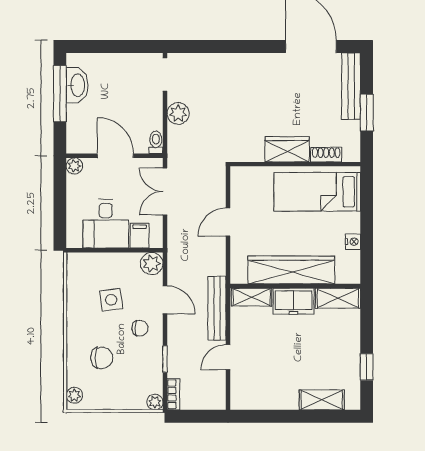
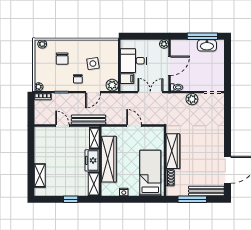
window: (367, 113) -> (192, 199), width x1.44
wardrobe: (287, 149) -> (173, 151), width x1.50
window: (367, 367) -> (71, 199), moved

